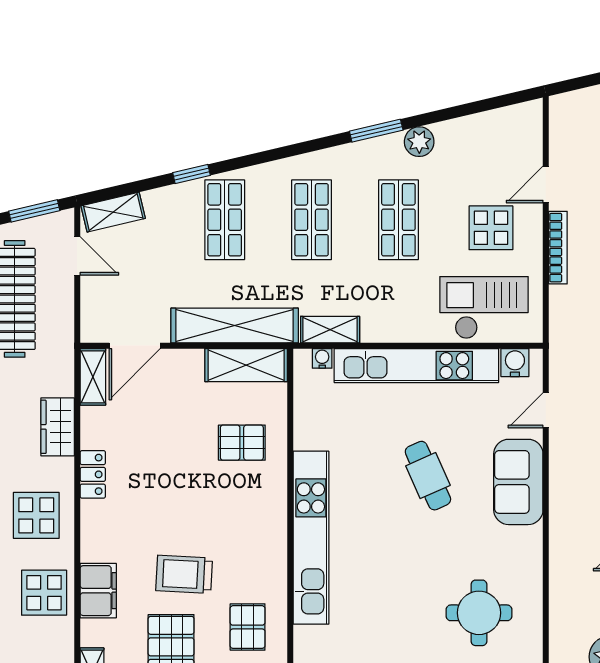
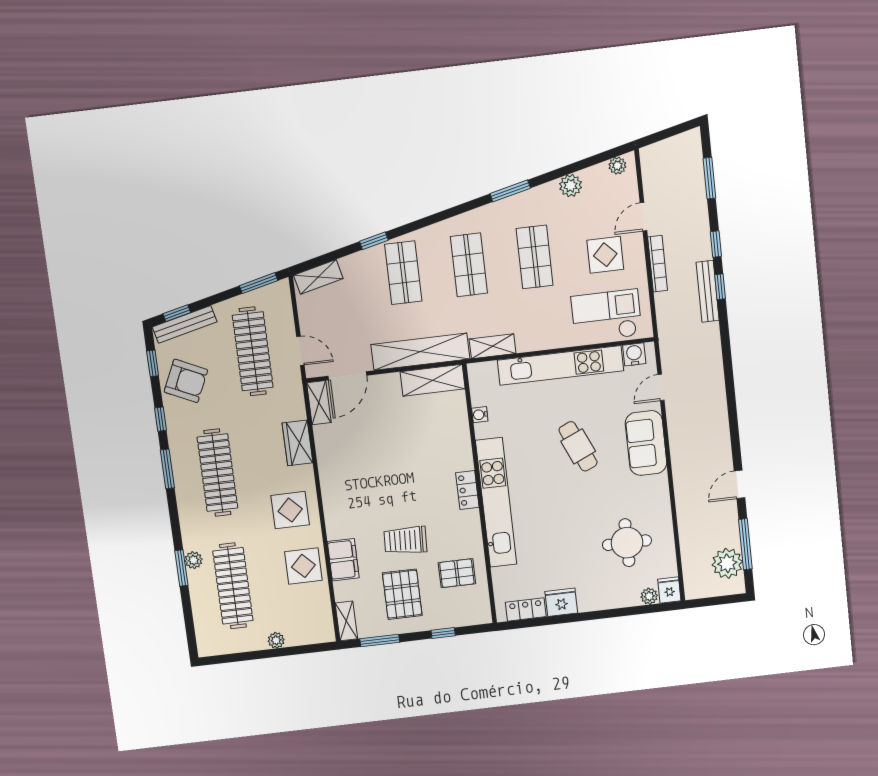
plant: (519, 115) -> (617, 166), added
plant: (419, 142) -> (571, 186), moved
door: (77, 256) -> (300, 351), moved
water cooler: (322, 358) -> (480, 415), moved, turned -90
pallet: (242, 443) -> (436, 438), removed
locker: (93, 474) -> (467, 490), moved, turned 180
pallet: (248, 627) -> (457, 573), turned 90

